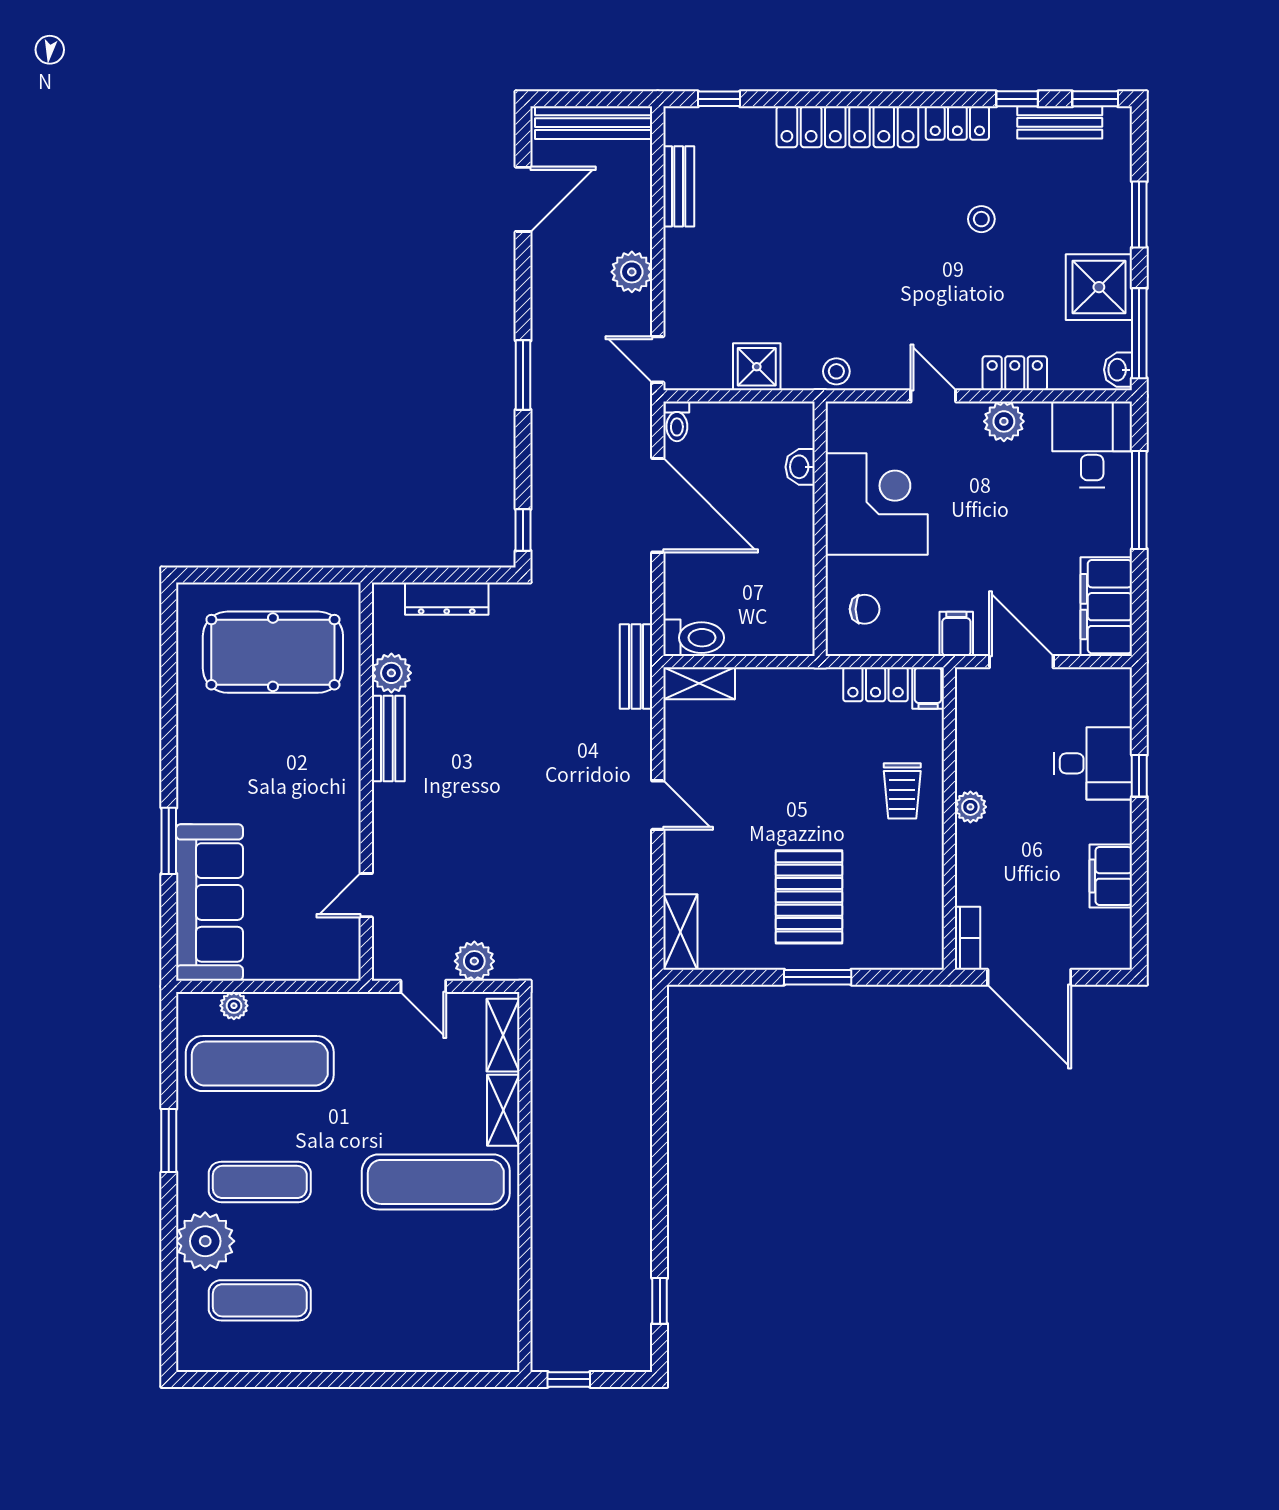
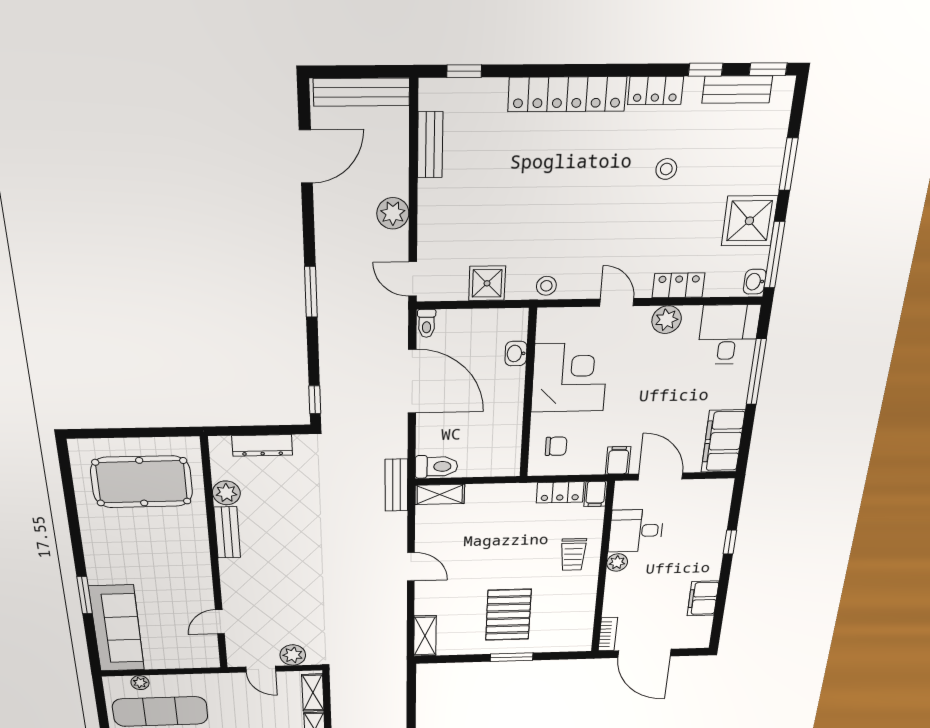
desk: (1093, 763) -> (636, 531), moved, turned 180

